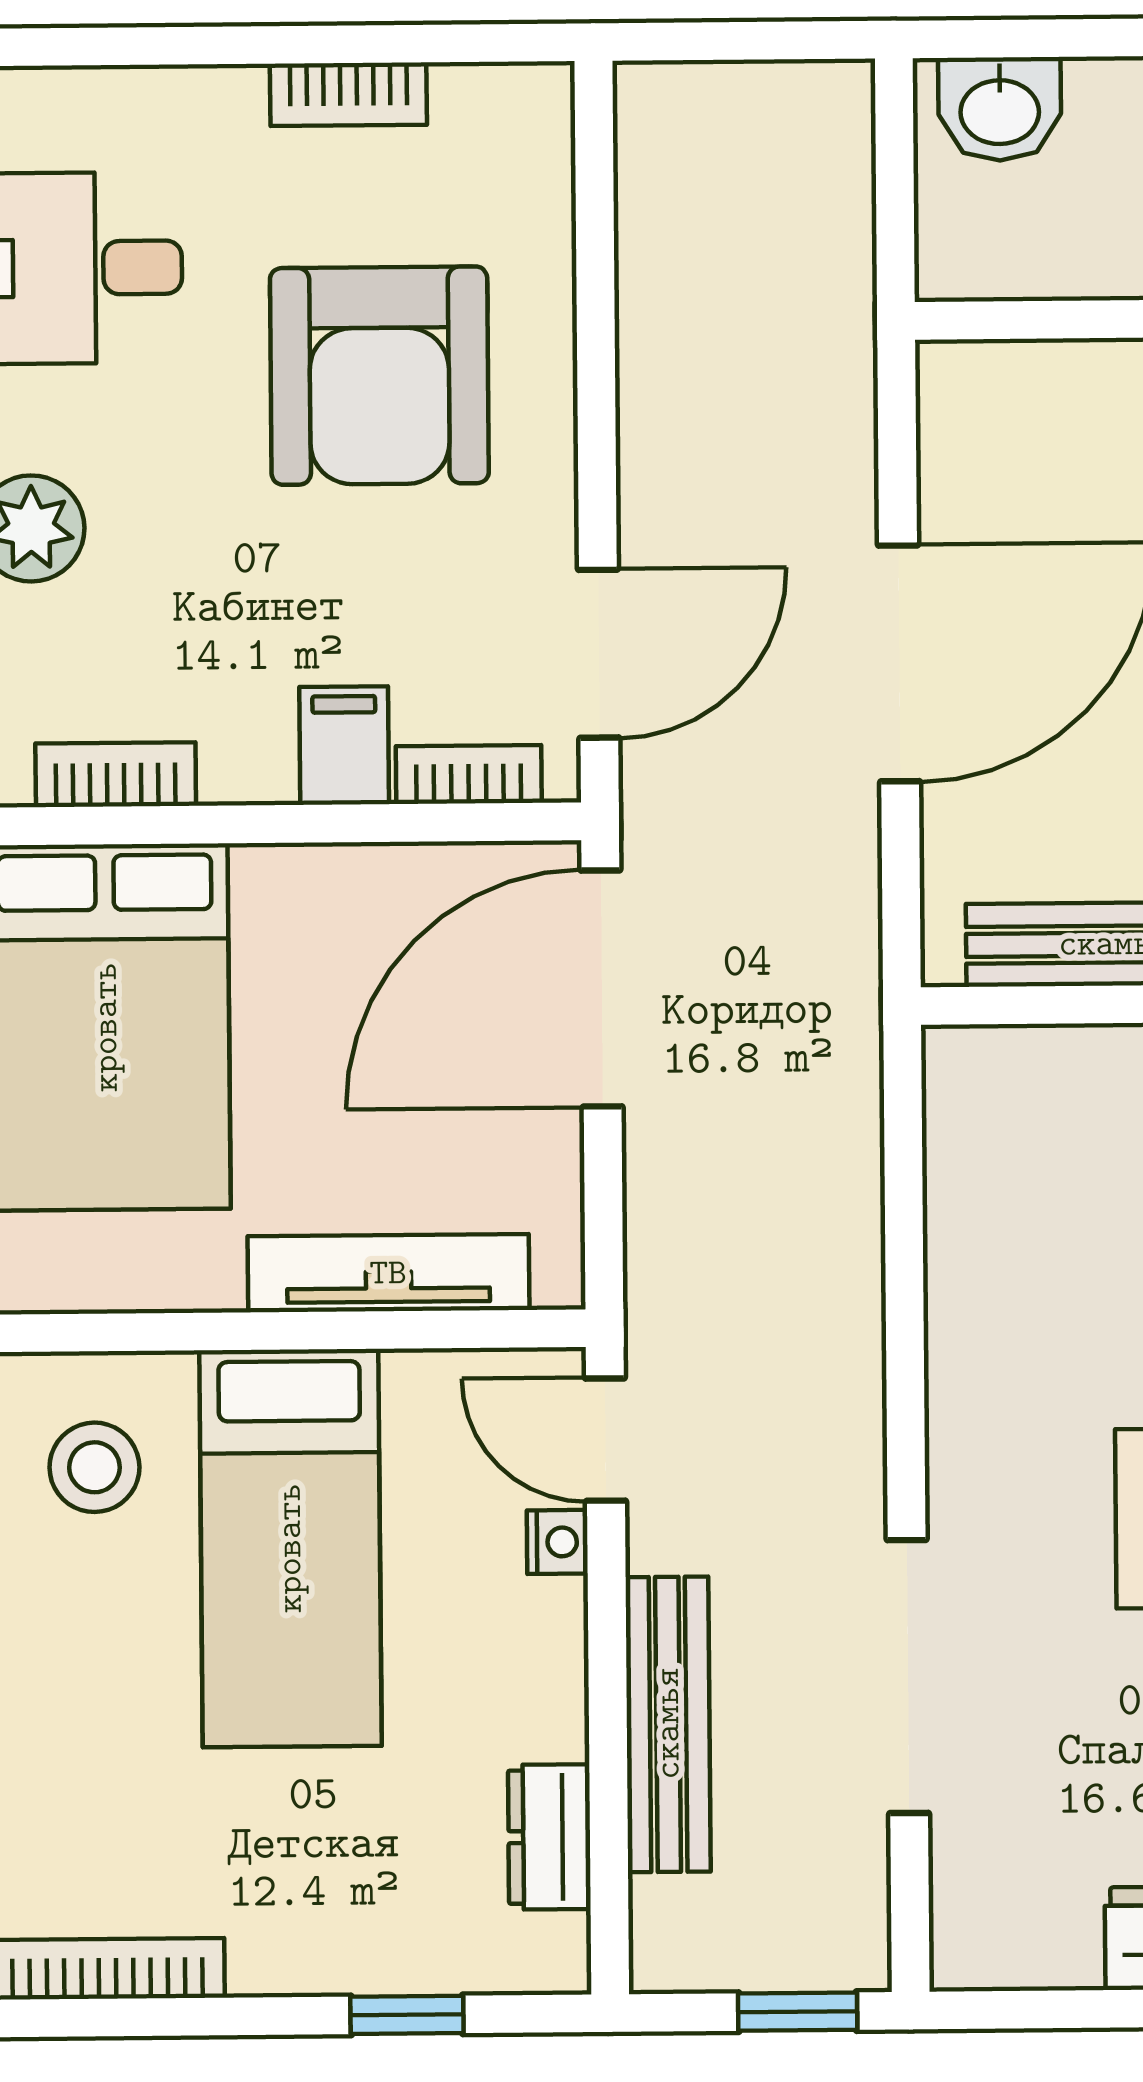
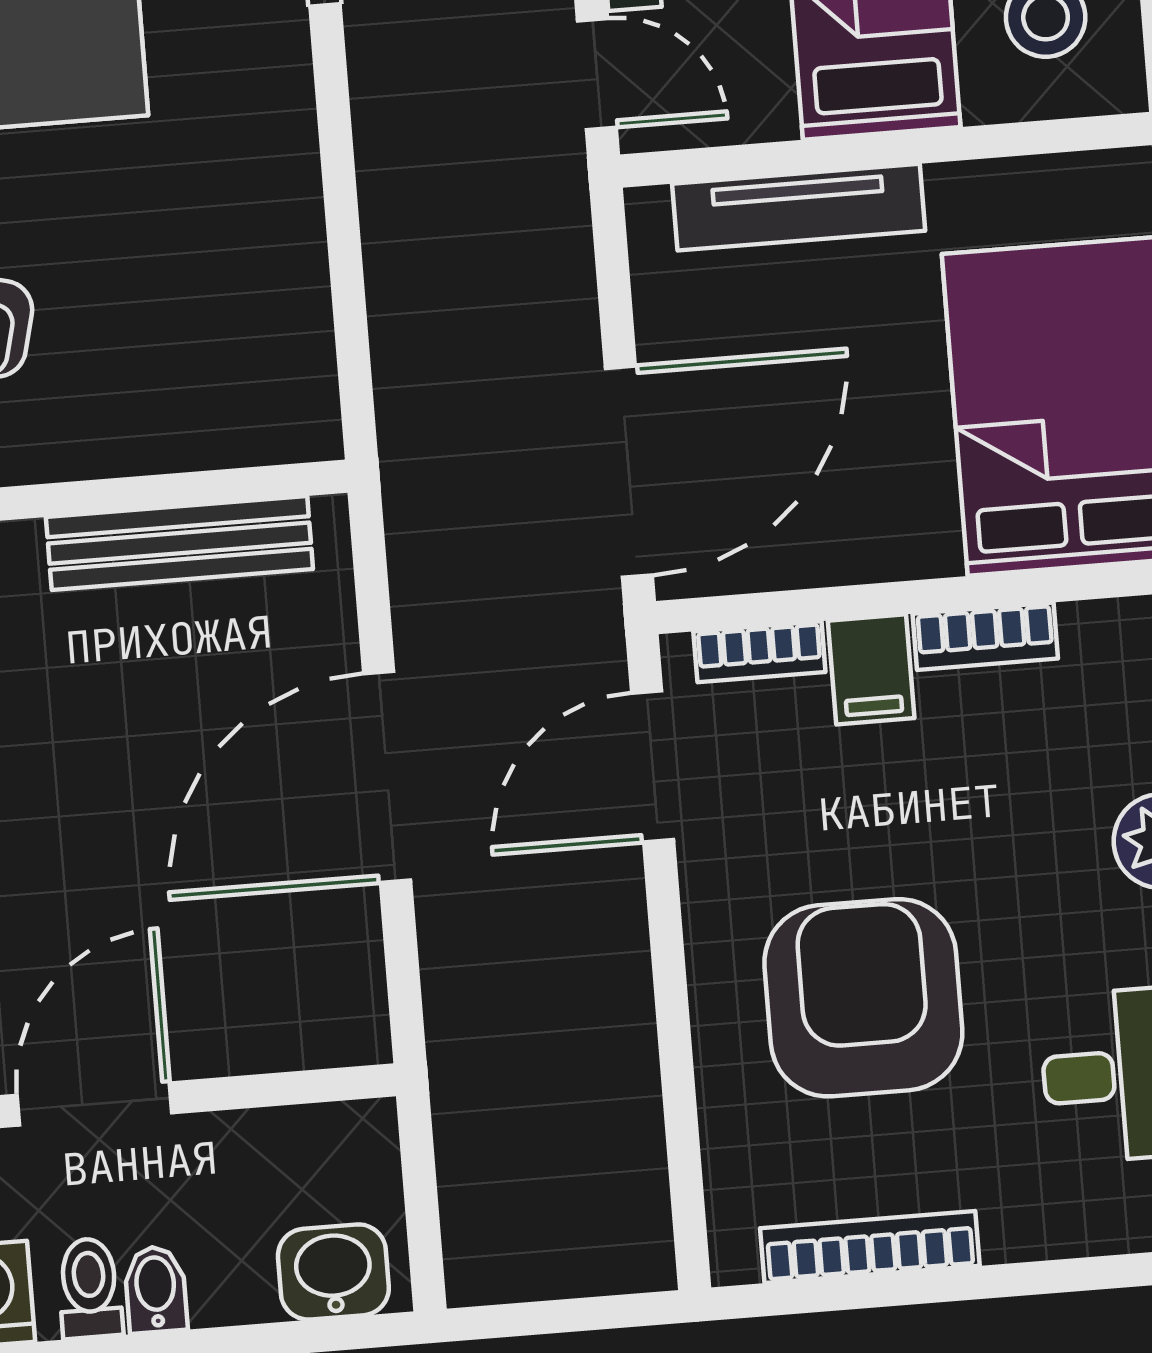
bookcase: (348, 94) -> (870, 1247), width x1.56
bookcase: (116, 775) -> (985, 636), moved

